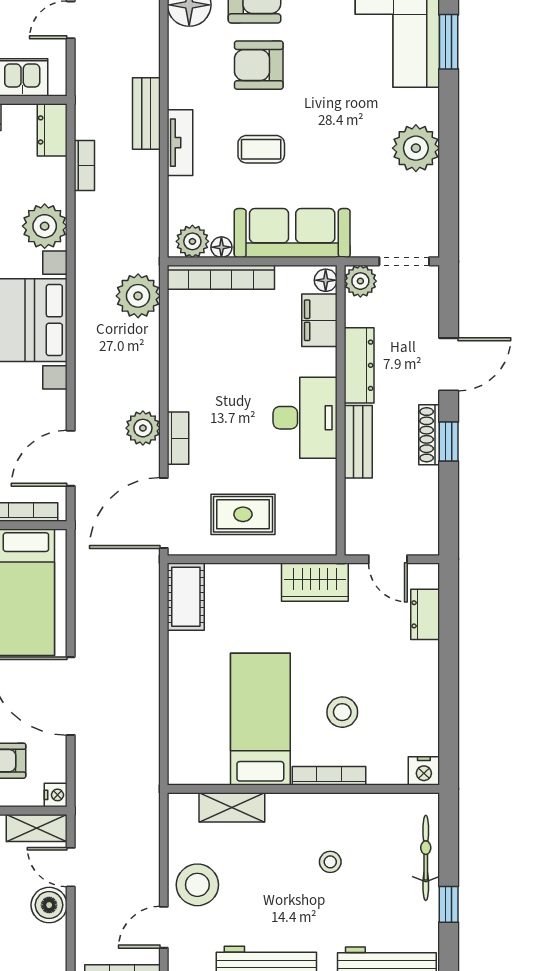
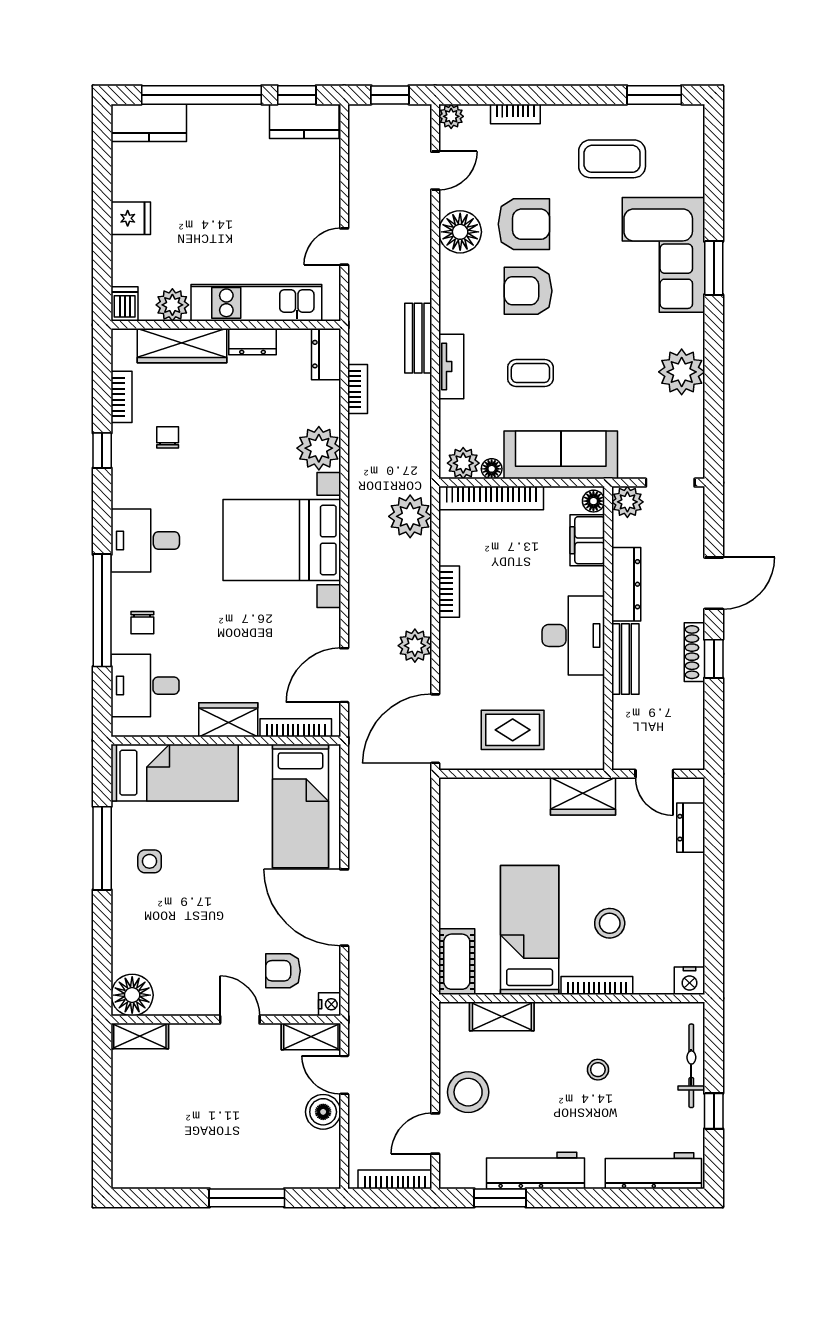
bookcase: (178, 438) -> (449, 592), moved
cot: (186, 597) -> (457, 962), moved

